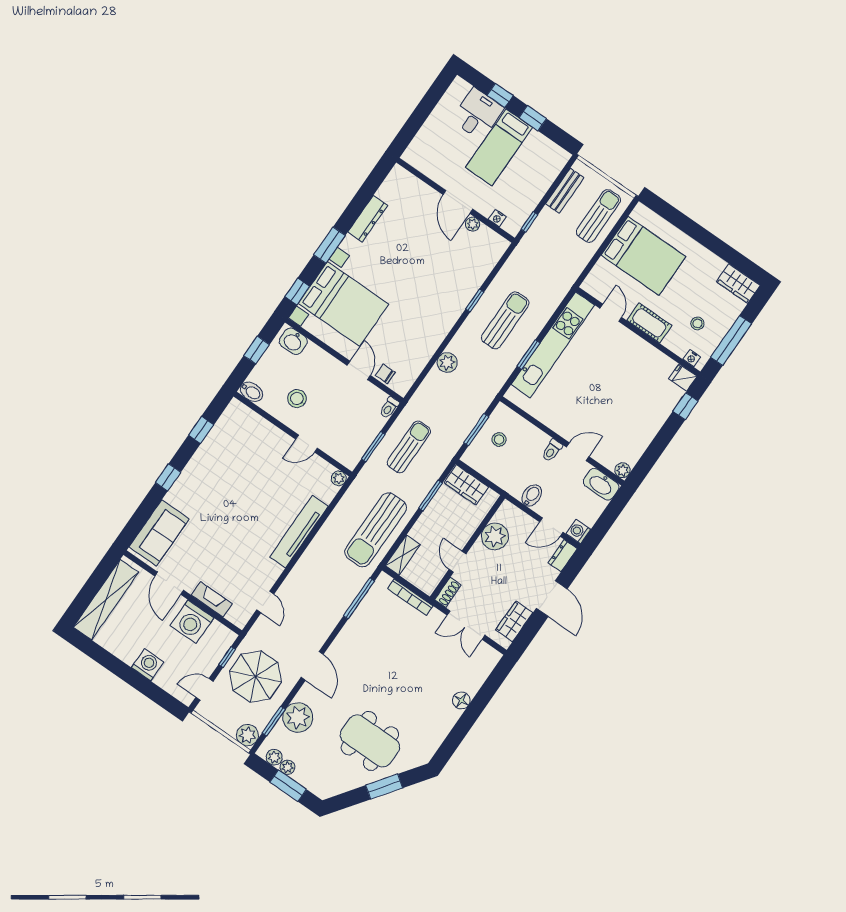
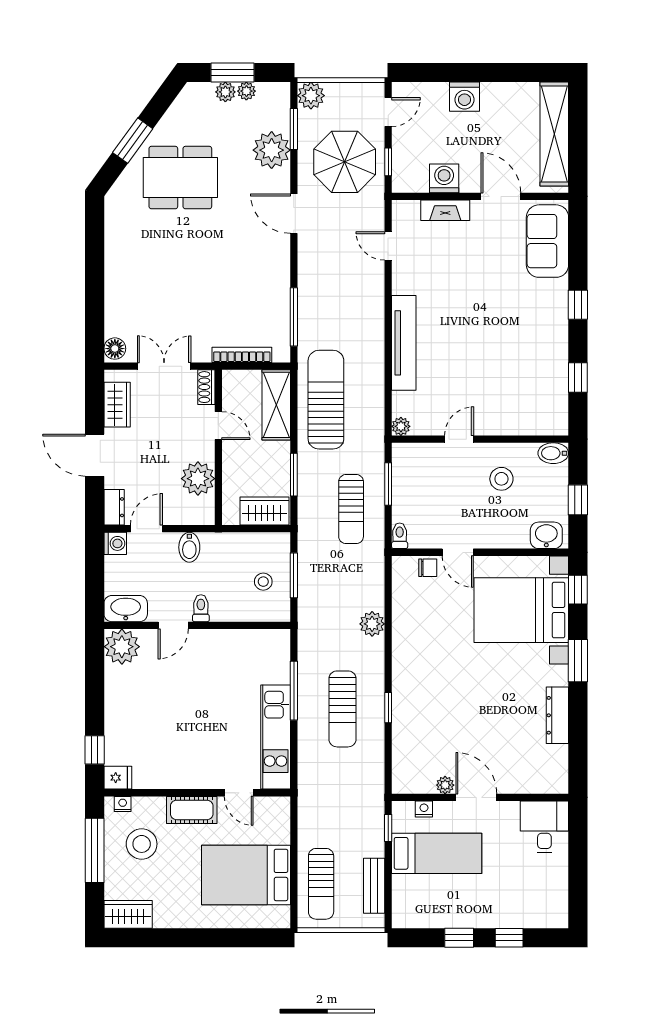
desk: (478, 114) -> (544, 827), moved, turned 180
bed: (499, 147) -> (437, 853), moved, turned 90
stool: (697, 323) -> (142, 844), width x1.89, depth x1.89
kitchen unit: (553, 345) -> (276, 737), width x0.73
window: (529, 355) -> (294, 691), width x1.44
plant: (623, 470) -> (122, 647), width x1.88, depth x1.88
shelving: (403, 555) -> (276, 405), width x1.50, depth x1.33
washing machine: (192, 622) -> (444, 178), width x0.73, depth x0.73
floor lamp: (461, 700) -> (115, 349), moved
plant: (274, 757) -> (225, 92), moved

